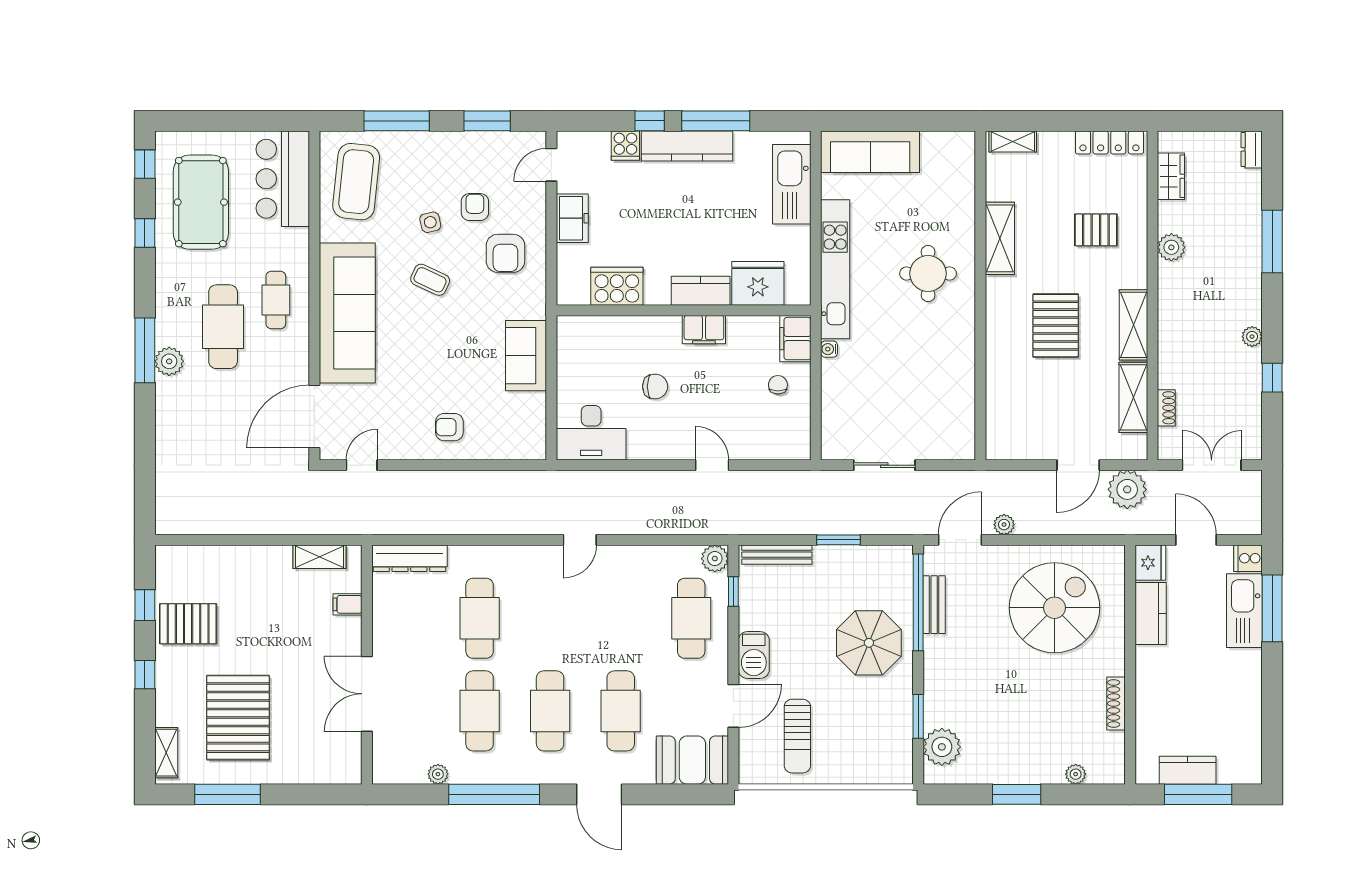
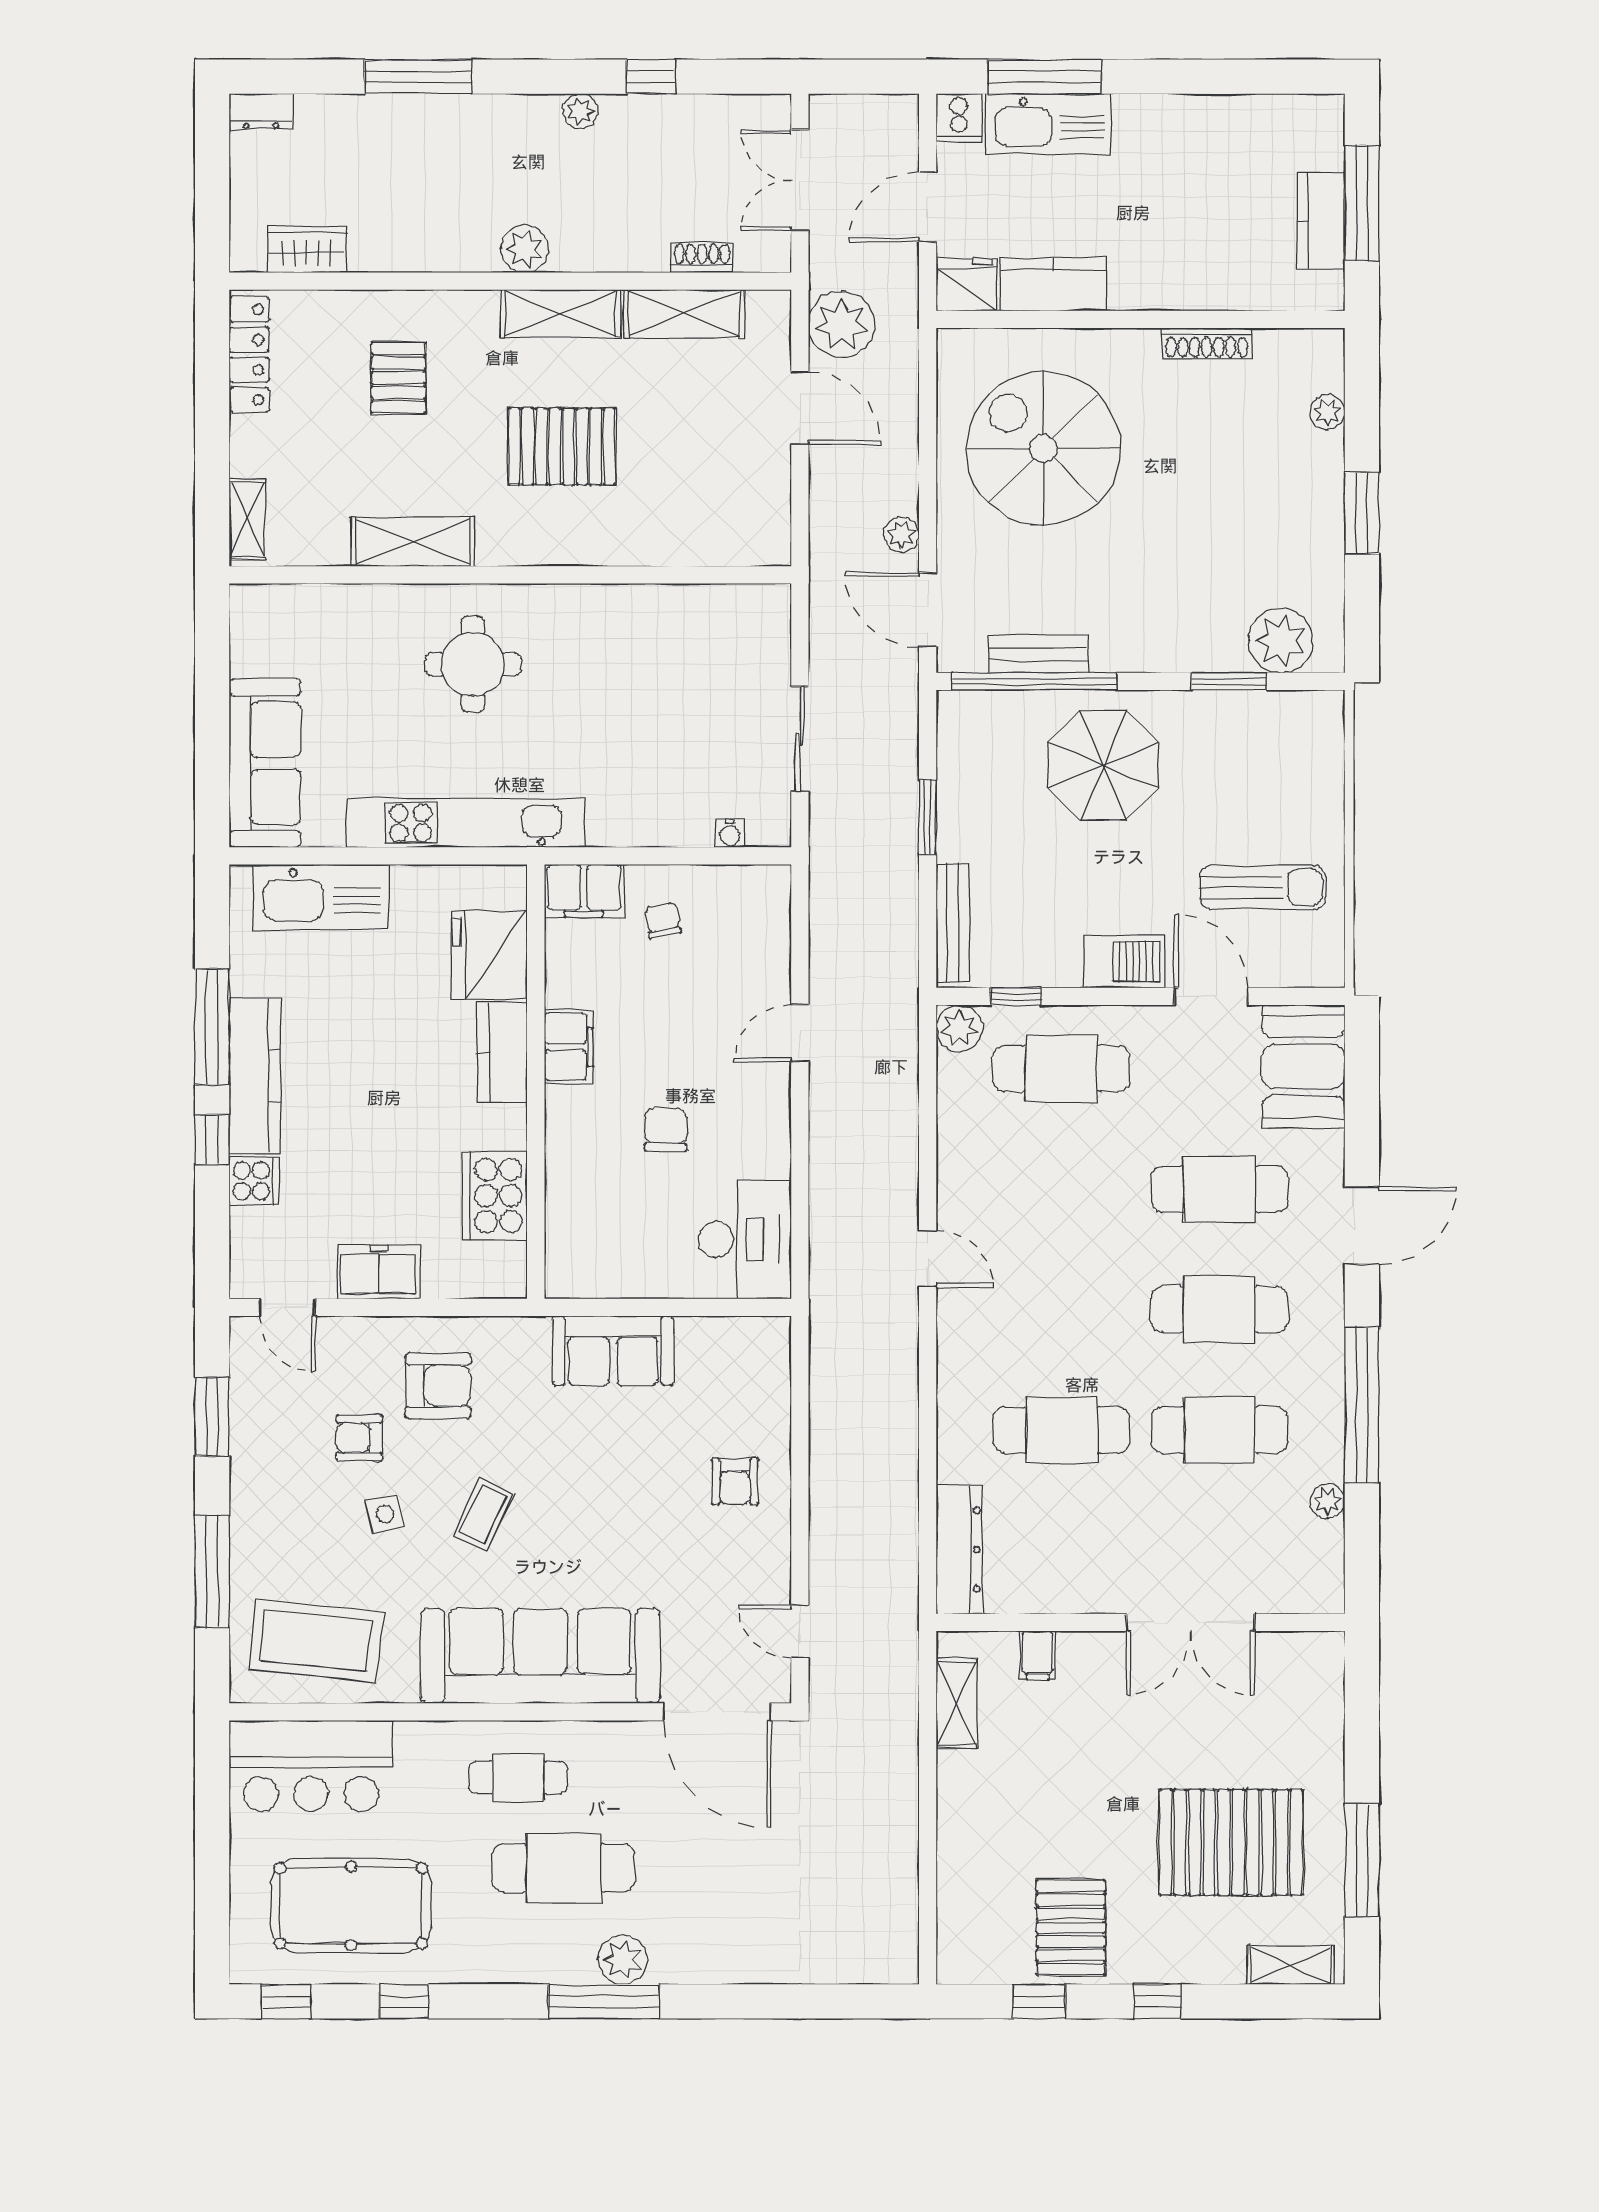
plant: (1171, 247) -> (525, 249), moved
water cooler: (829, 349) -> (730, 833), moved
chair: (778, 385) -> (663, 921), turned 80

